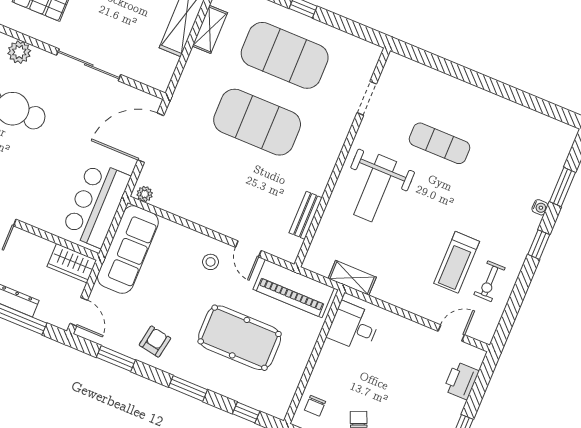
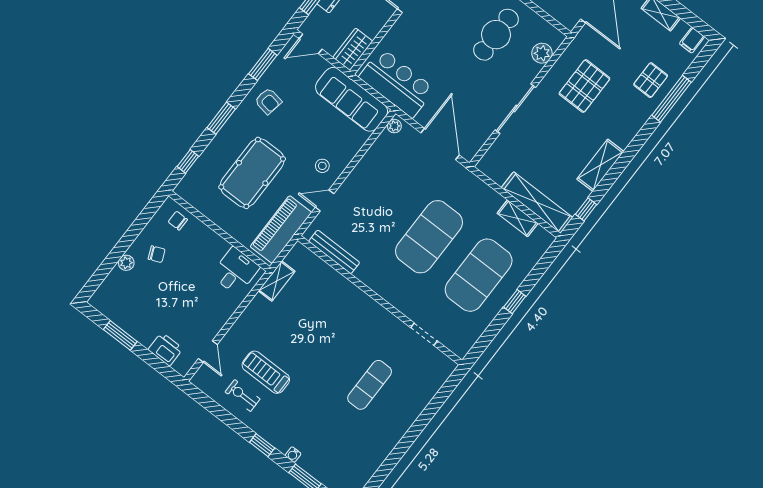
weight bench: (375, 188) -> (347, 321), removed
bench: (306, 215) -> (334, 252), width x1.36

